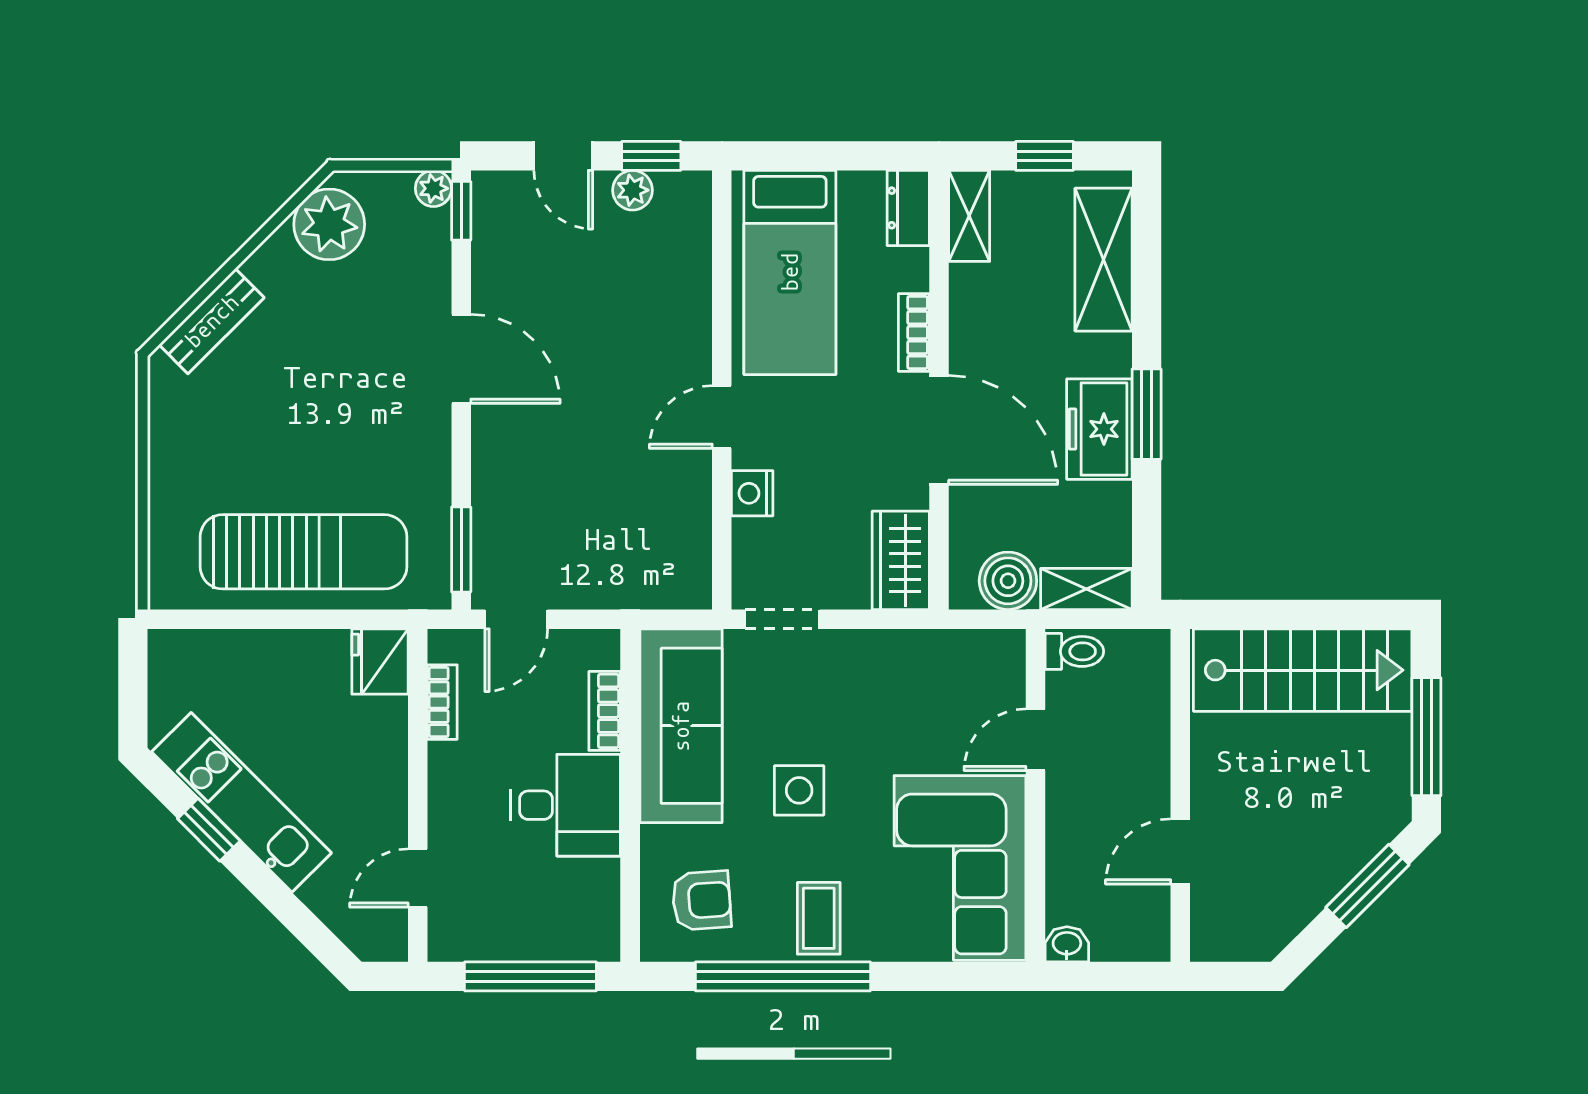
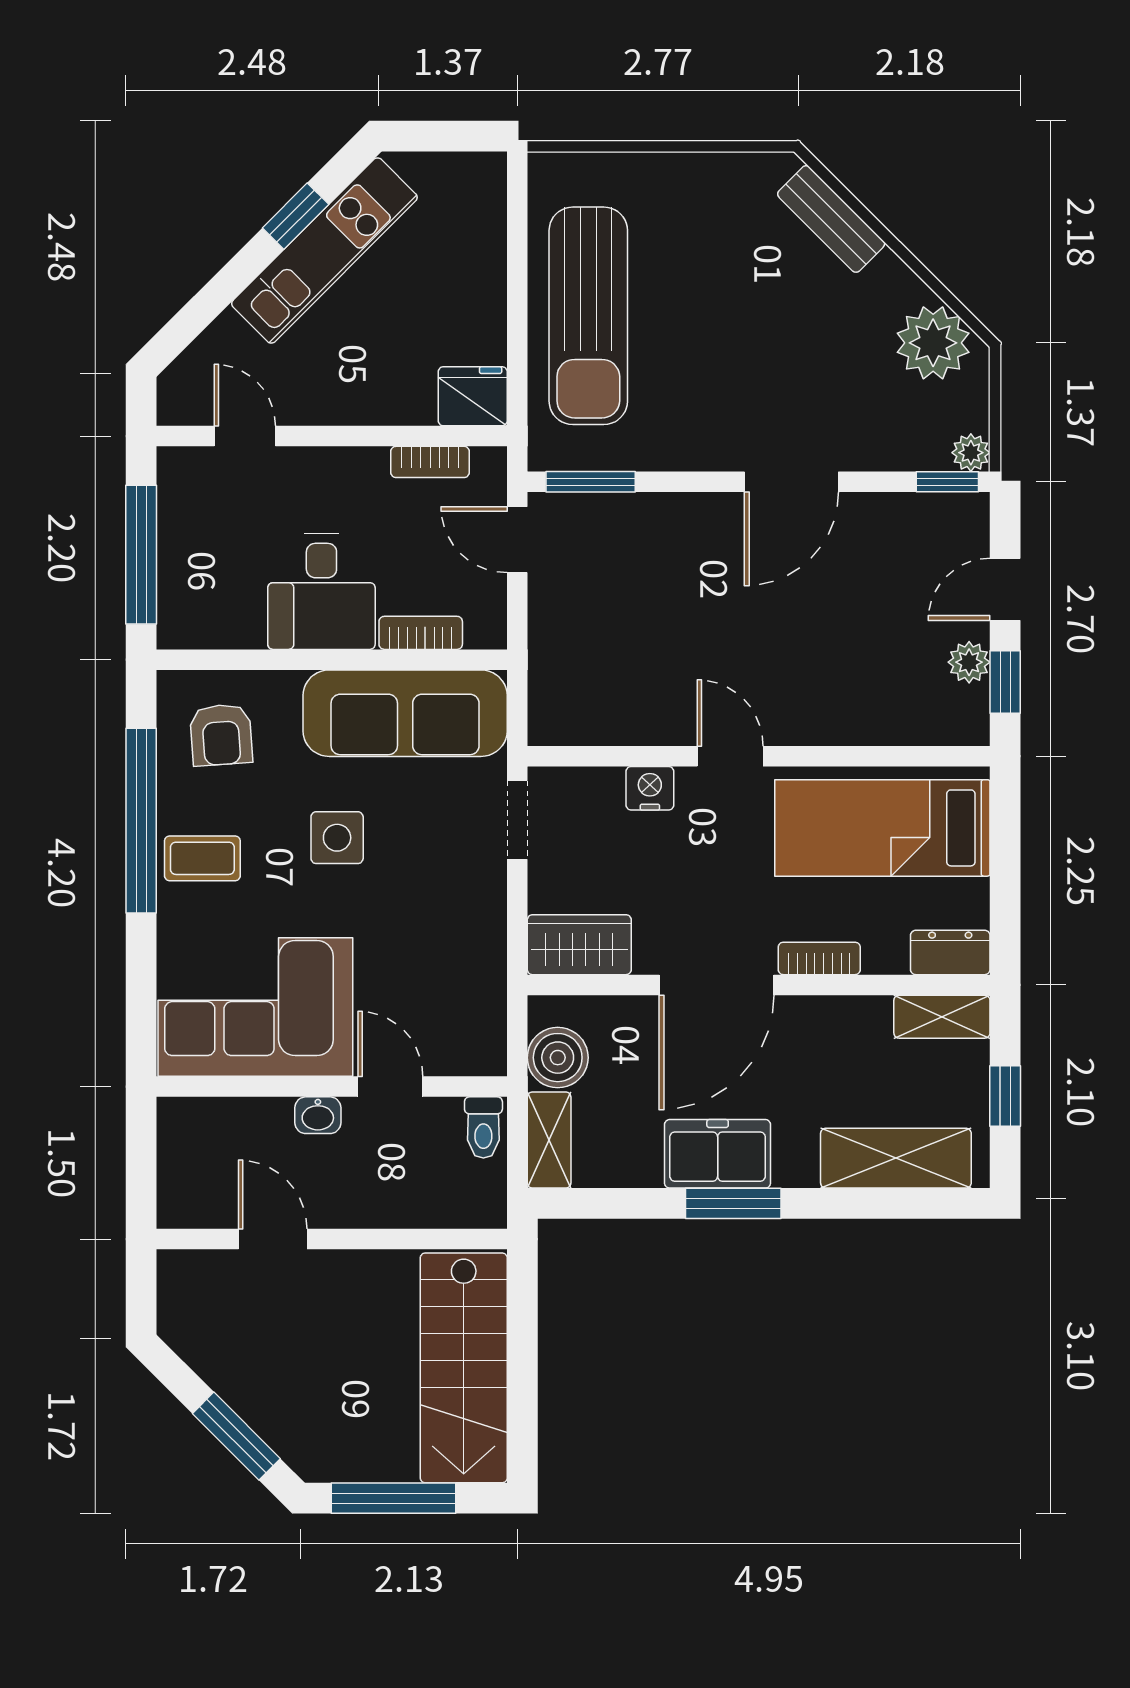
washbasin: (1067, 944) -> (318, 1115), moved, turned 90

